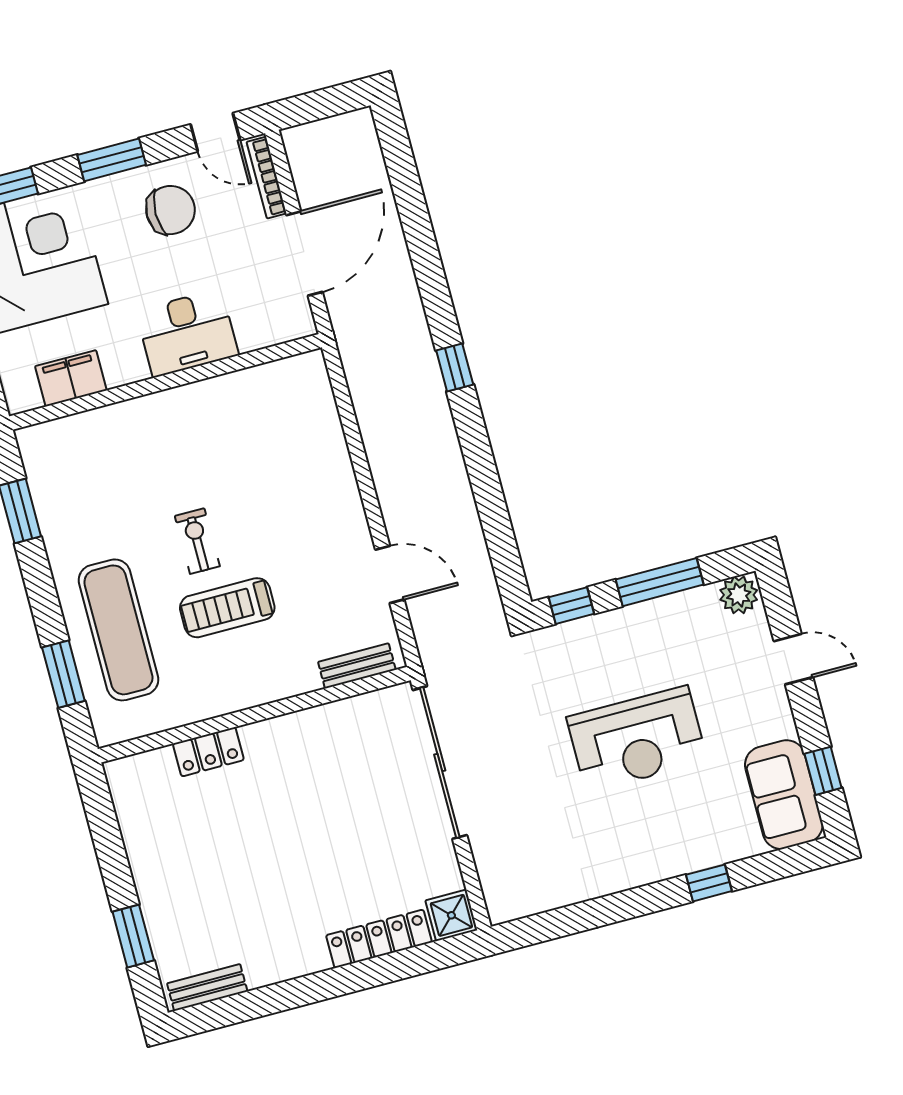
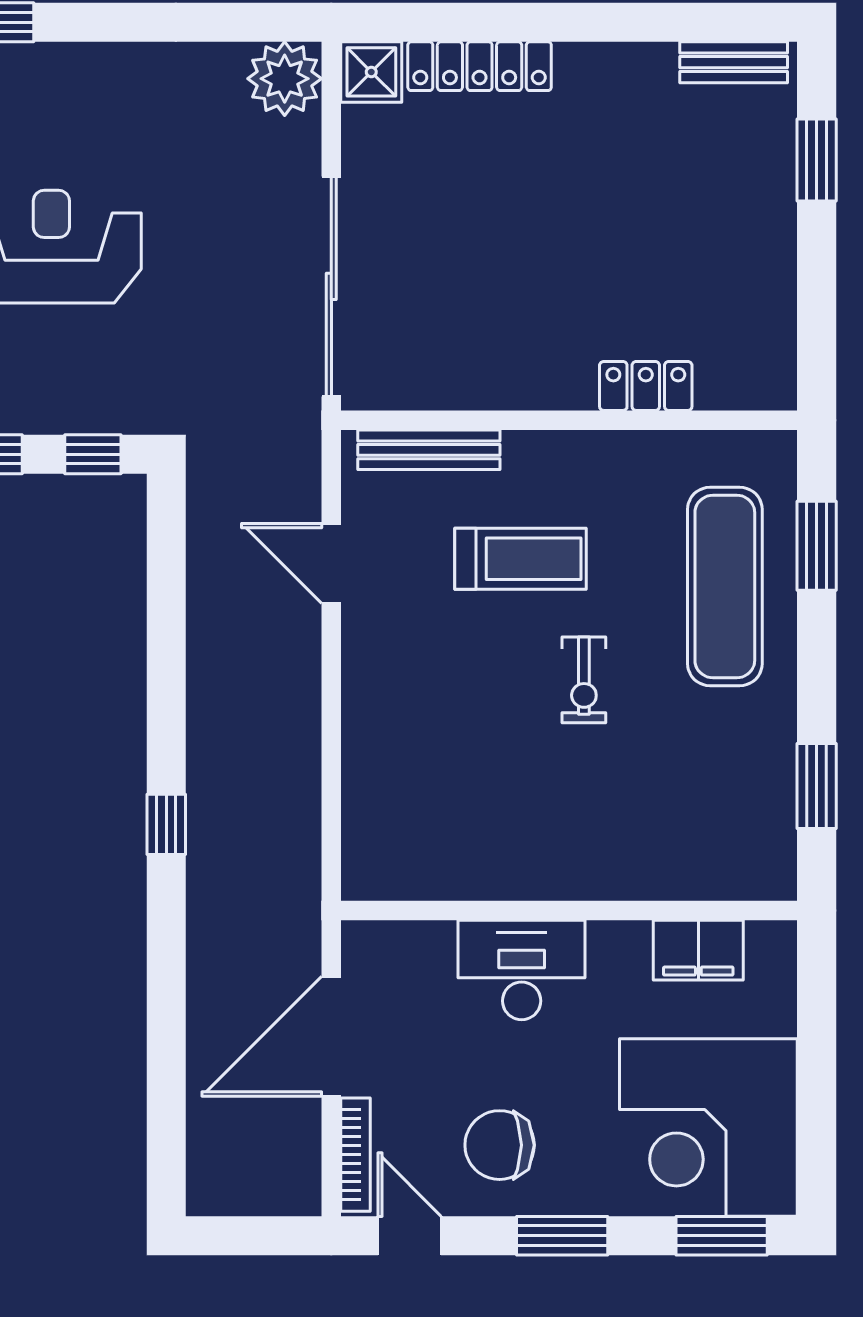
treadmill: (227, 608) -> (521, 559), moved
bench: (357, 666) -> (429, 450), width x1.36
plant: (509, 895) -> (285, 79), added

